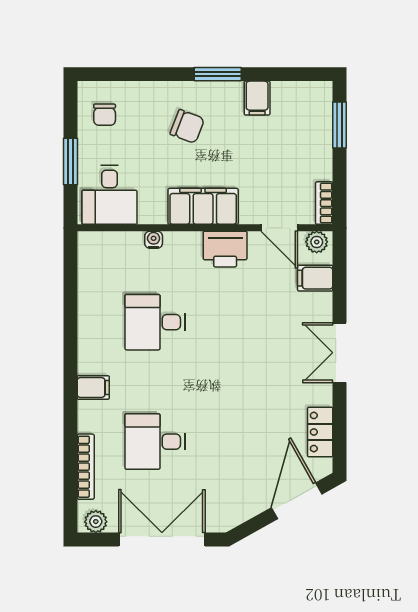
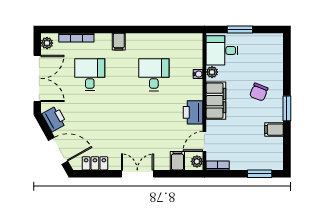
chair: (105, 115) -> (265, 48), removed
plant: (150, 214) -> (212, 72), added
printer: (237, 508) -> (54, 119), added

